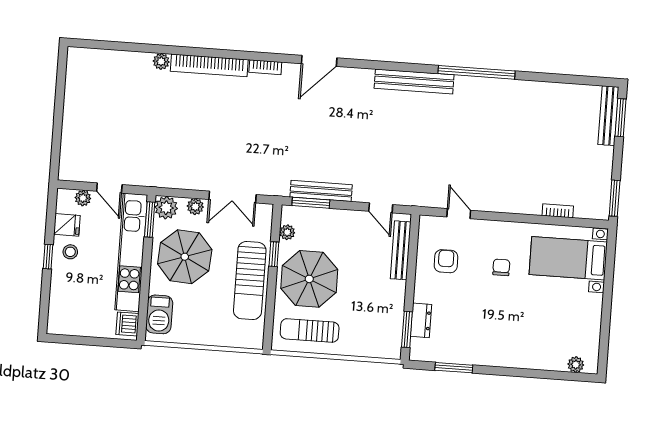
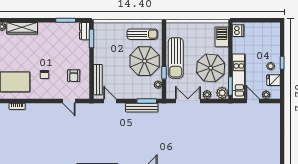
kitchen unit: (131, 252) -> (239, 76), width x0.73
sun lounger: (250, 281) -> (176, 58), turned 180
dresser: (421, 320) -> (84, 31), moved
wardrobe: (537, 359) -> (22, 28), added

